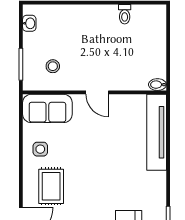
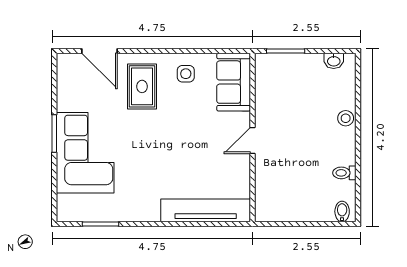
stool: (53, 66) -> (346, 118), moved
bidet: (157, 85) -> (342, 211), moved
rug: (51, 186) -> (142, 86), turned 90

